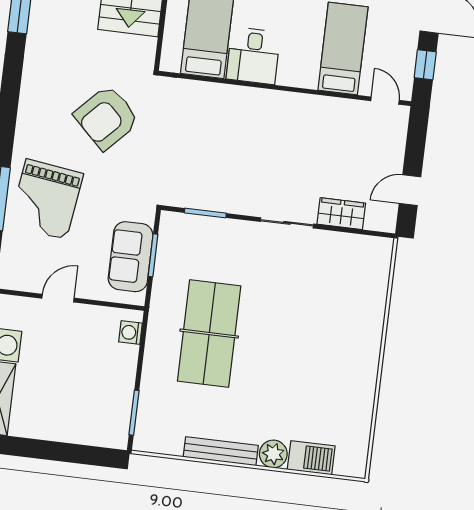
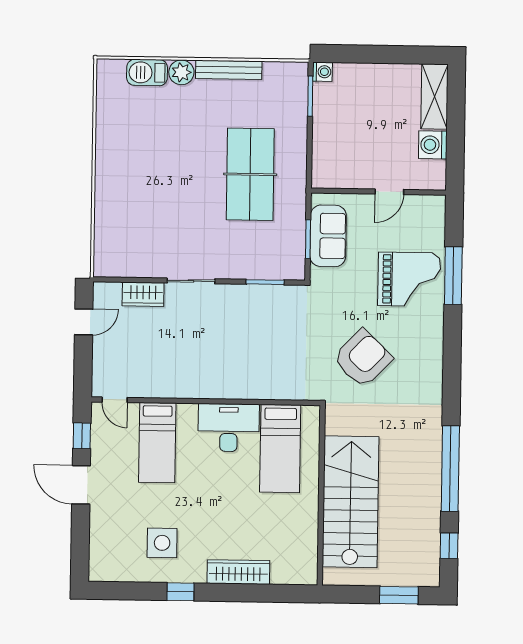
desk: (253, 56) -> (229, 428), width x1.37
grand piano: (46, 199) -> (409, 279), turned 82
washing machine: (130, 333) -> (322, 72), moved

